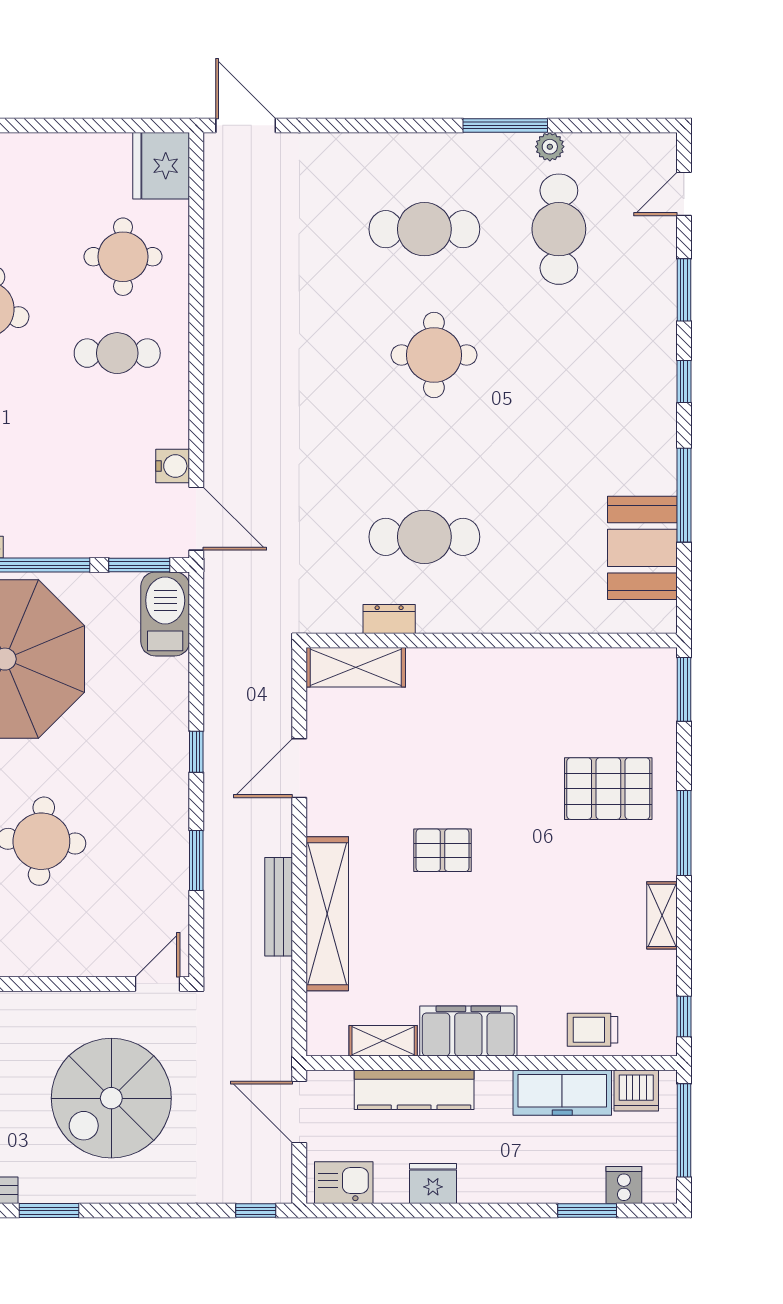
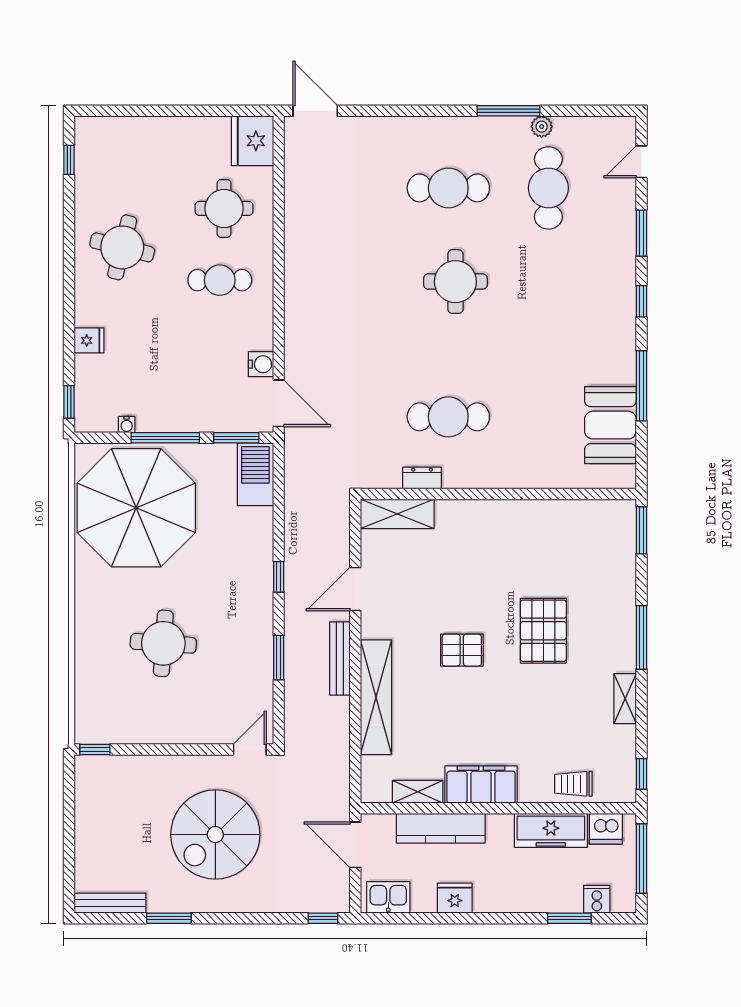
pallet: (608, 789) -> (543, 631), moved, turned 90
bench: (279, 907) -> (340, 659), moved

